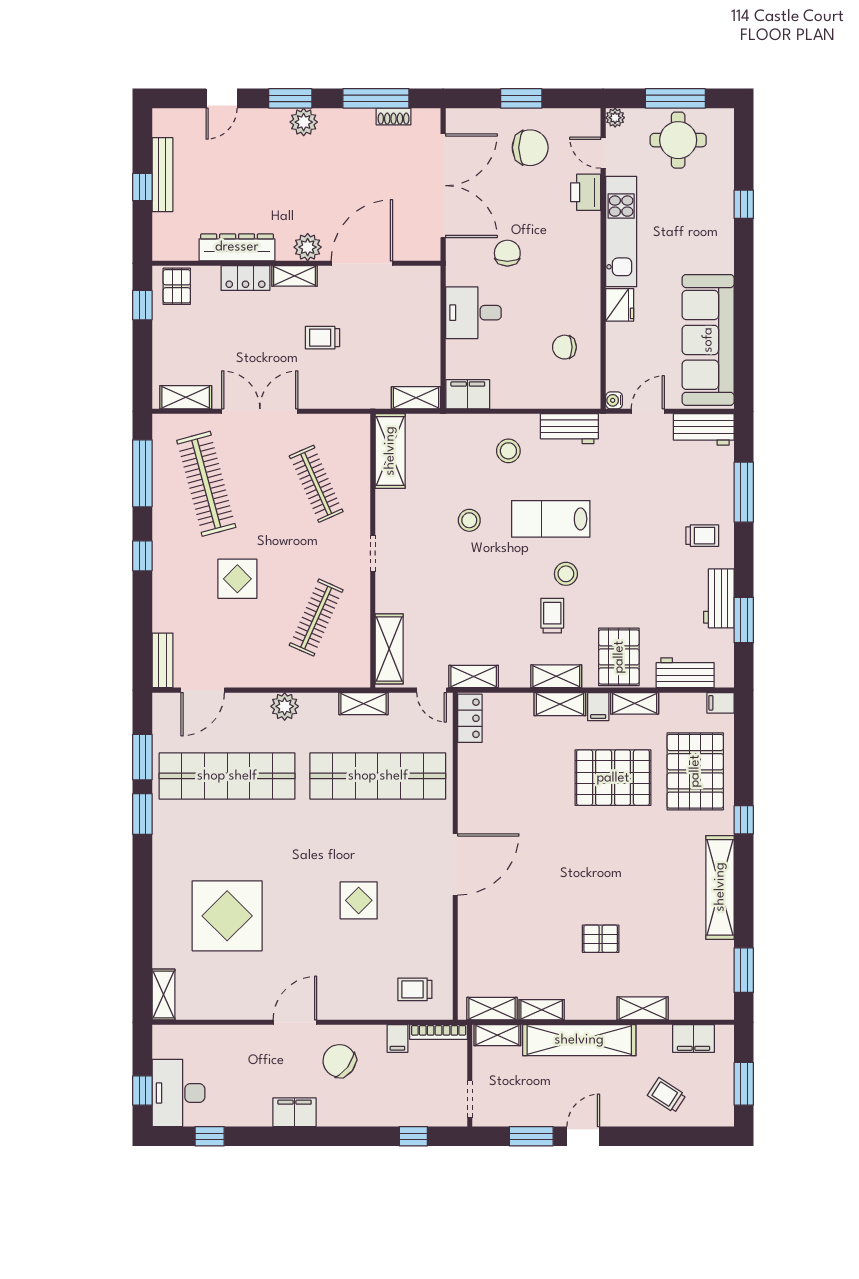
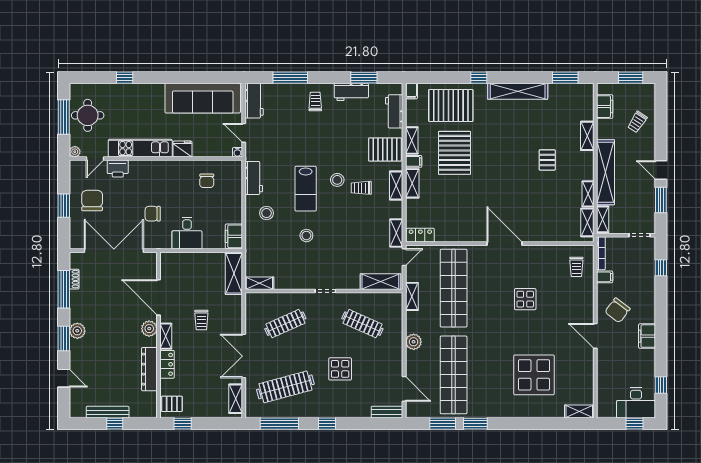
shelving: (416, 398) -> (234, 273), width x1.50, depth x1.33
shelving: (390, 451) -> (259, 283), width x0.67, depth x0.75

